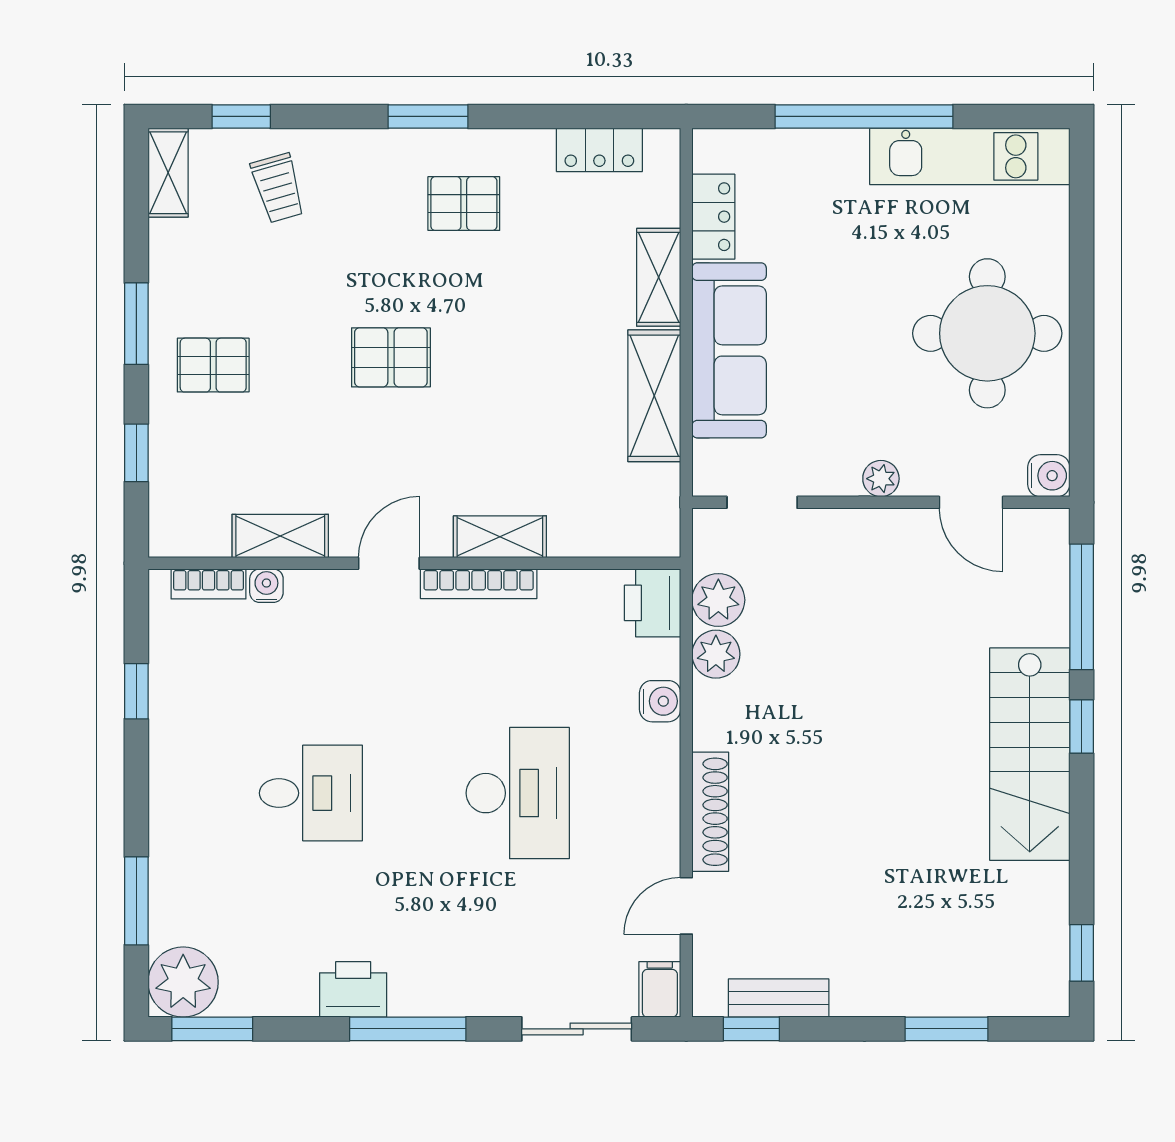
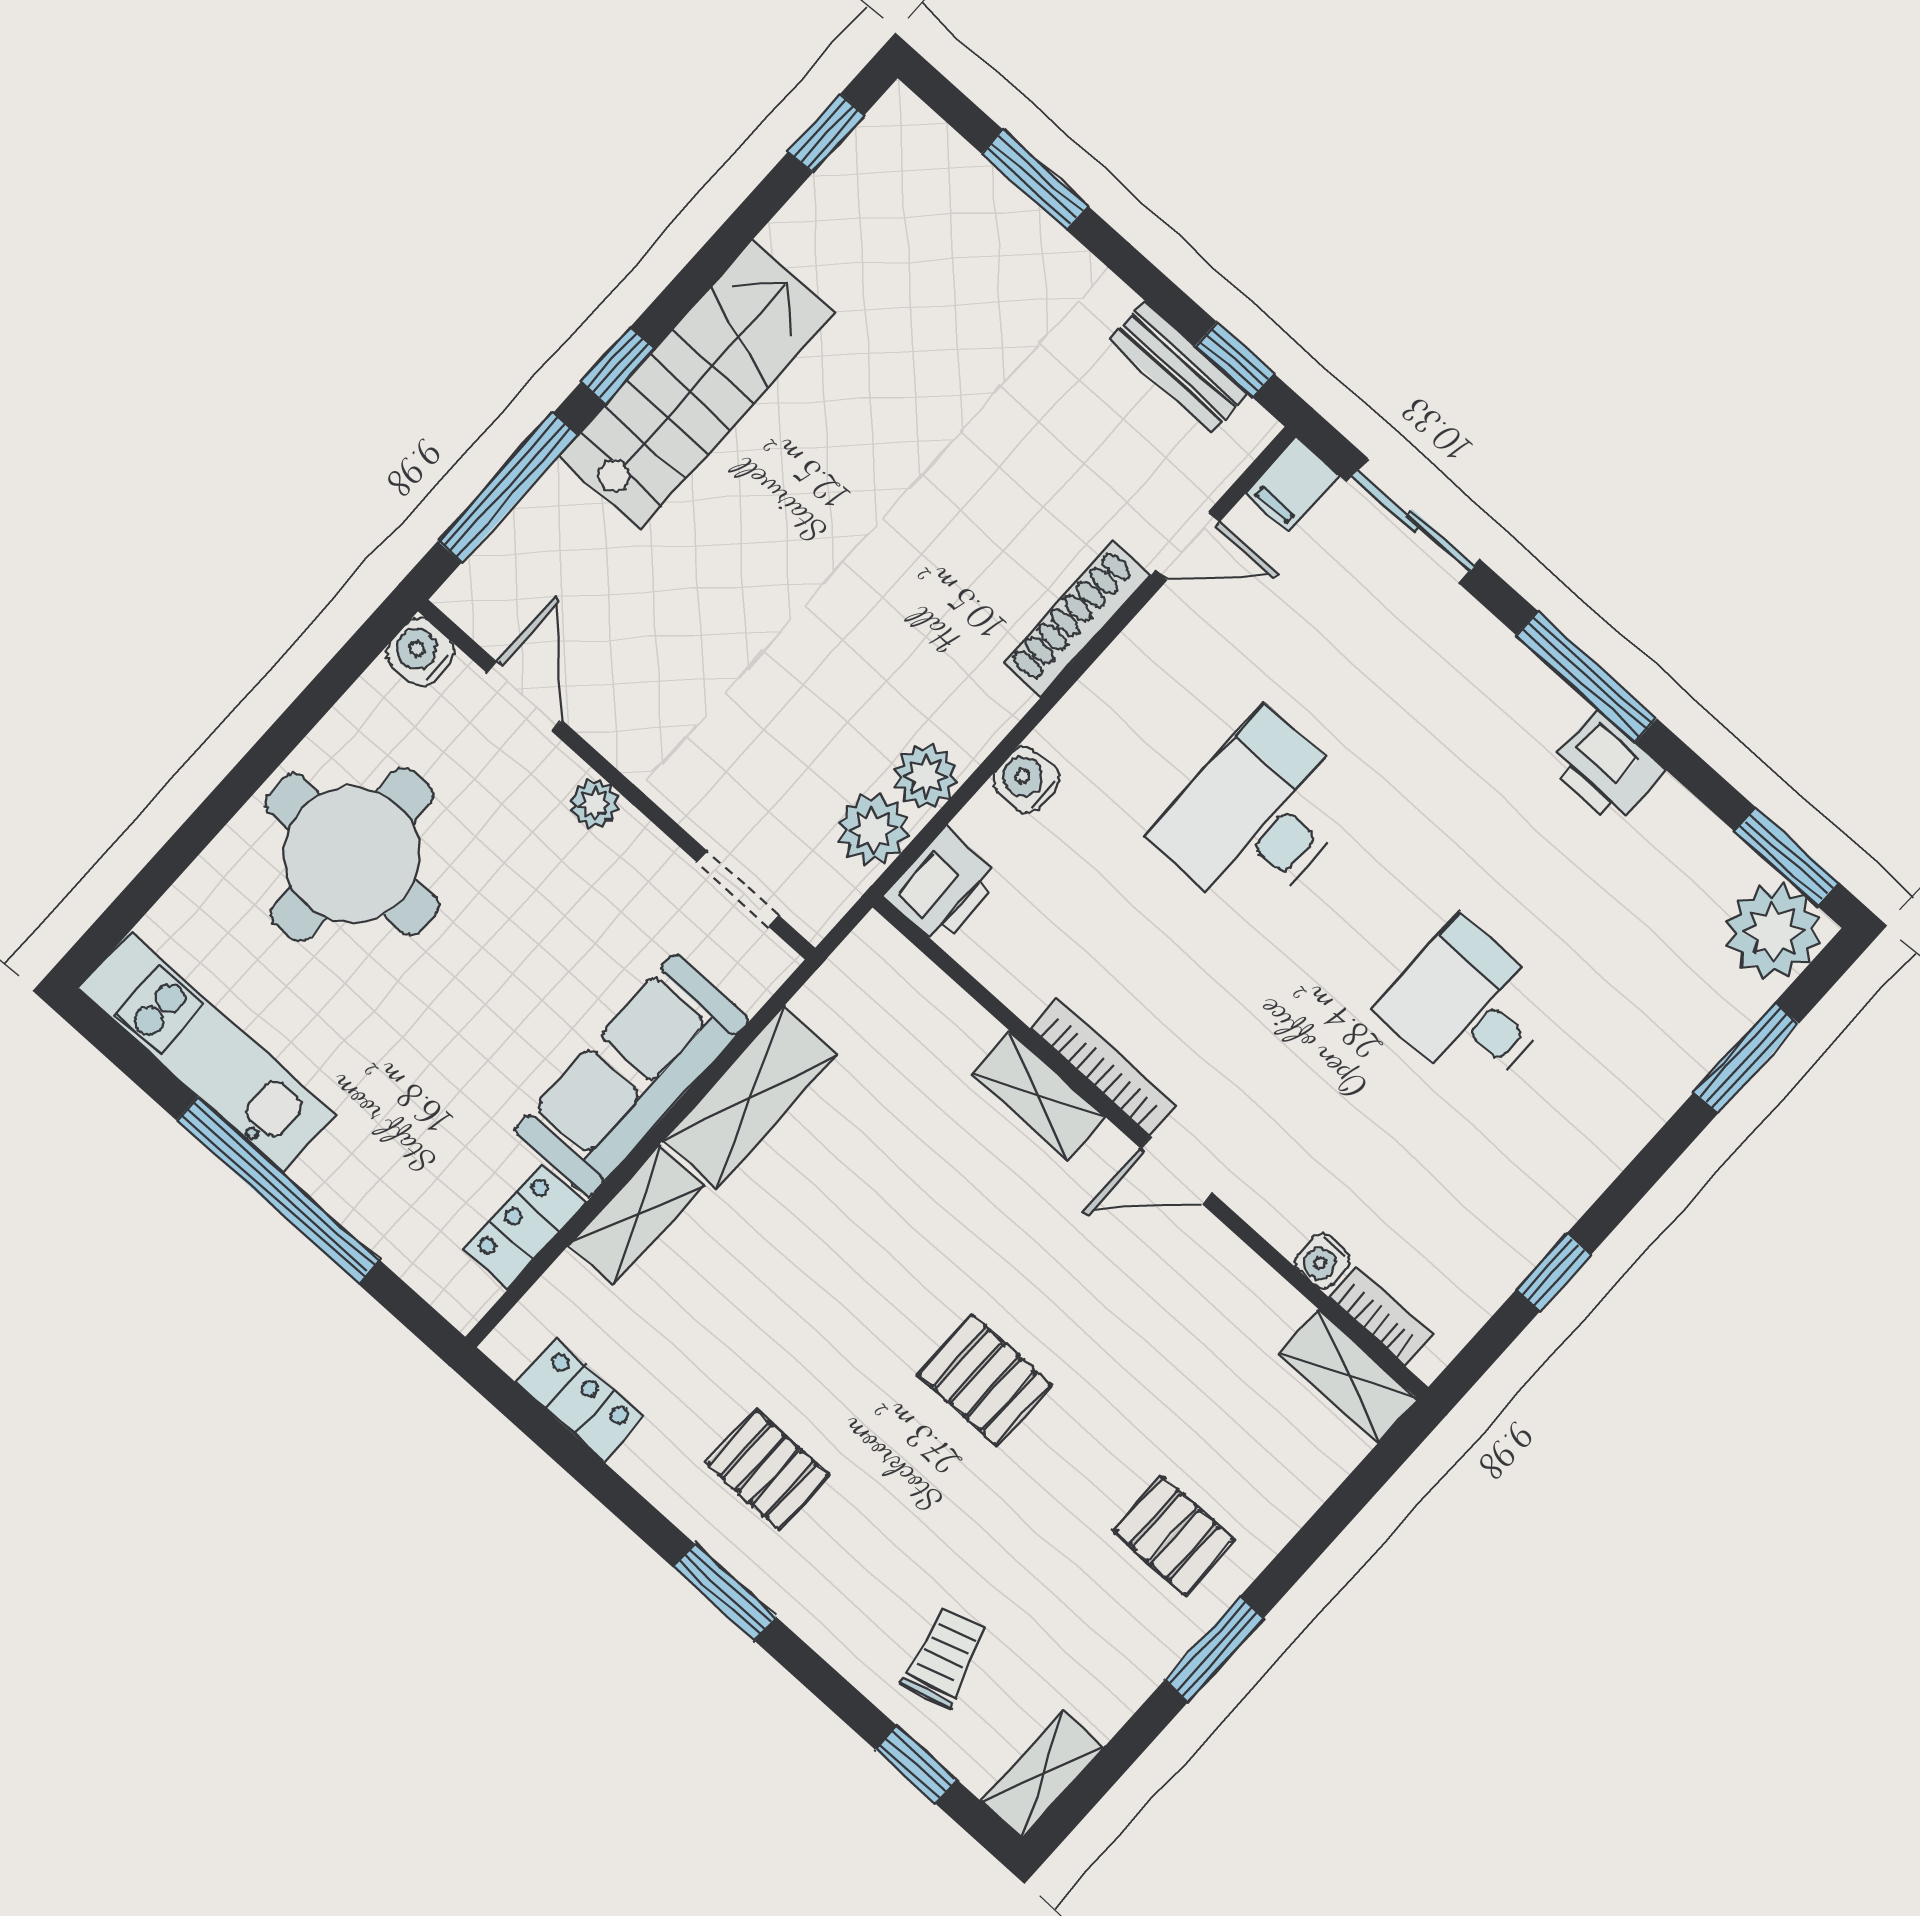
window: (136, 453) -> (1333, 1517), removed
shelving: (280, 536) -> (1349, 1376), moved

